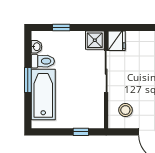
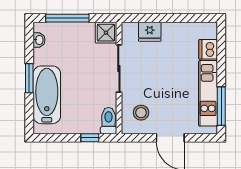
window: (61, 28) -> (67, 18), width x2.17
fridge: (117, 41) -> (150, 32), moved, turned 90
toilet: (43, 61) -> (109, 121), moved, turned -90

